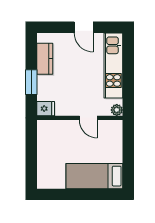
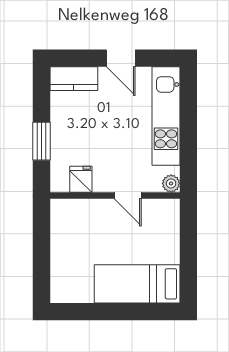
kitchen counter: (45, 59) -> (74, 79), moved, turned 90
fridge: (46, 109) -> (81, 179), moved, turned -90

